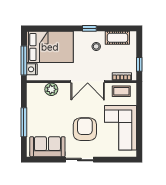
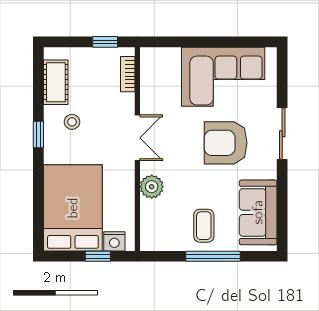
window: (24, 60) -> (98, 256), width x0.46
double door: (88, 82) -> (137, 138), width x0.73
plant: (51, 89) -> (152, 187), moved
coffee table: (121, 91) -> (204, 226), moved
sliding door: (79, 160) -> (282, 134), moved

